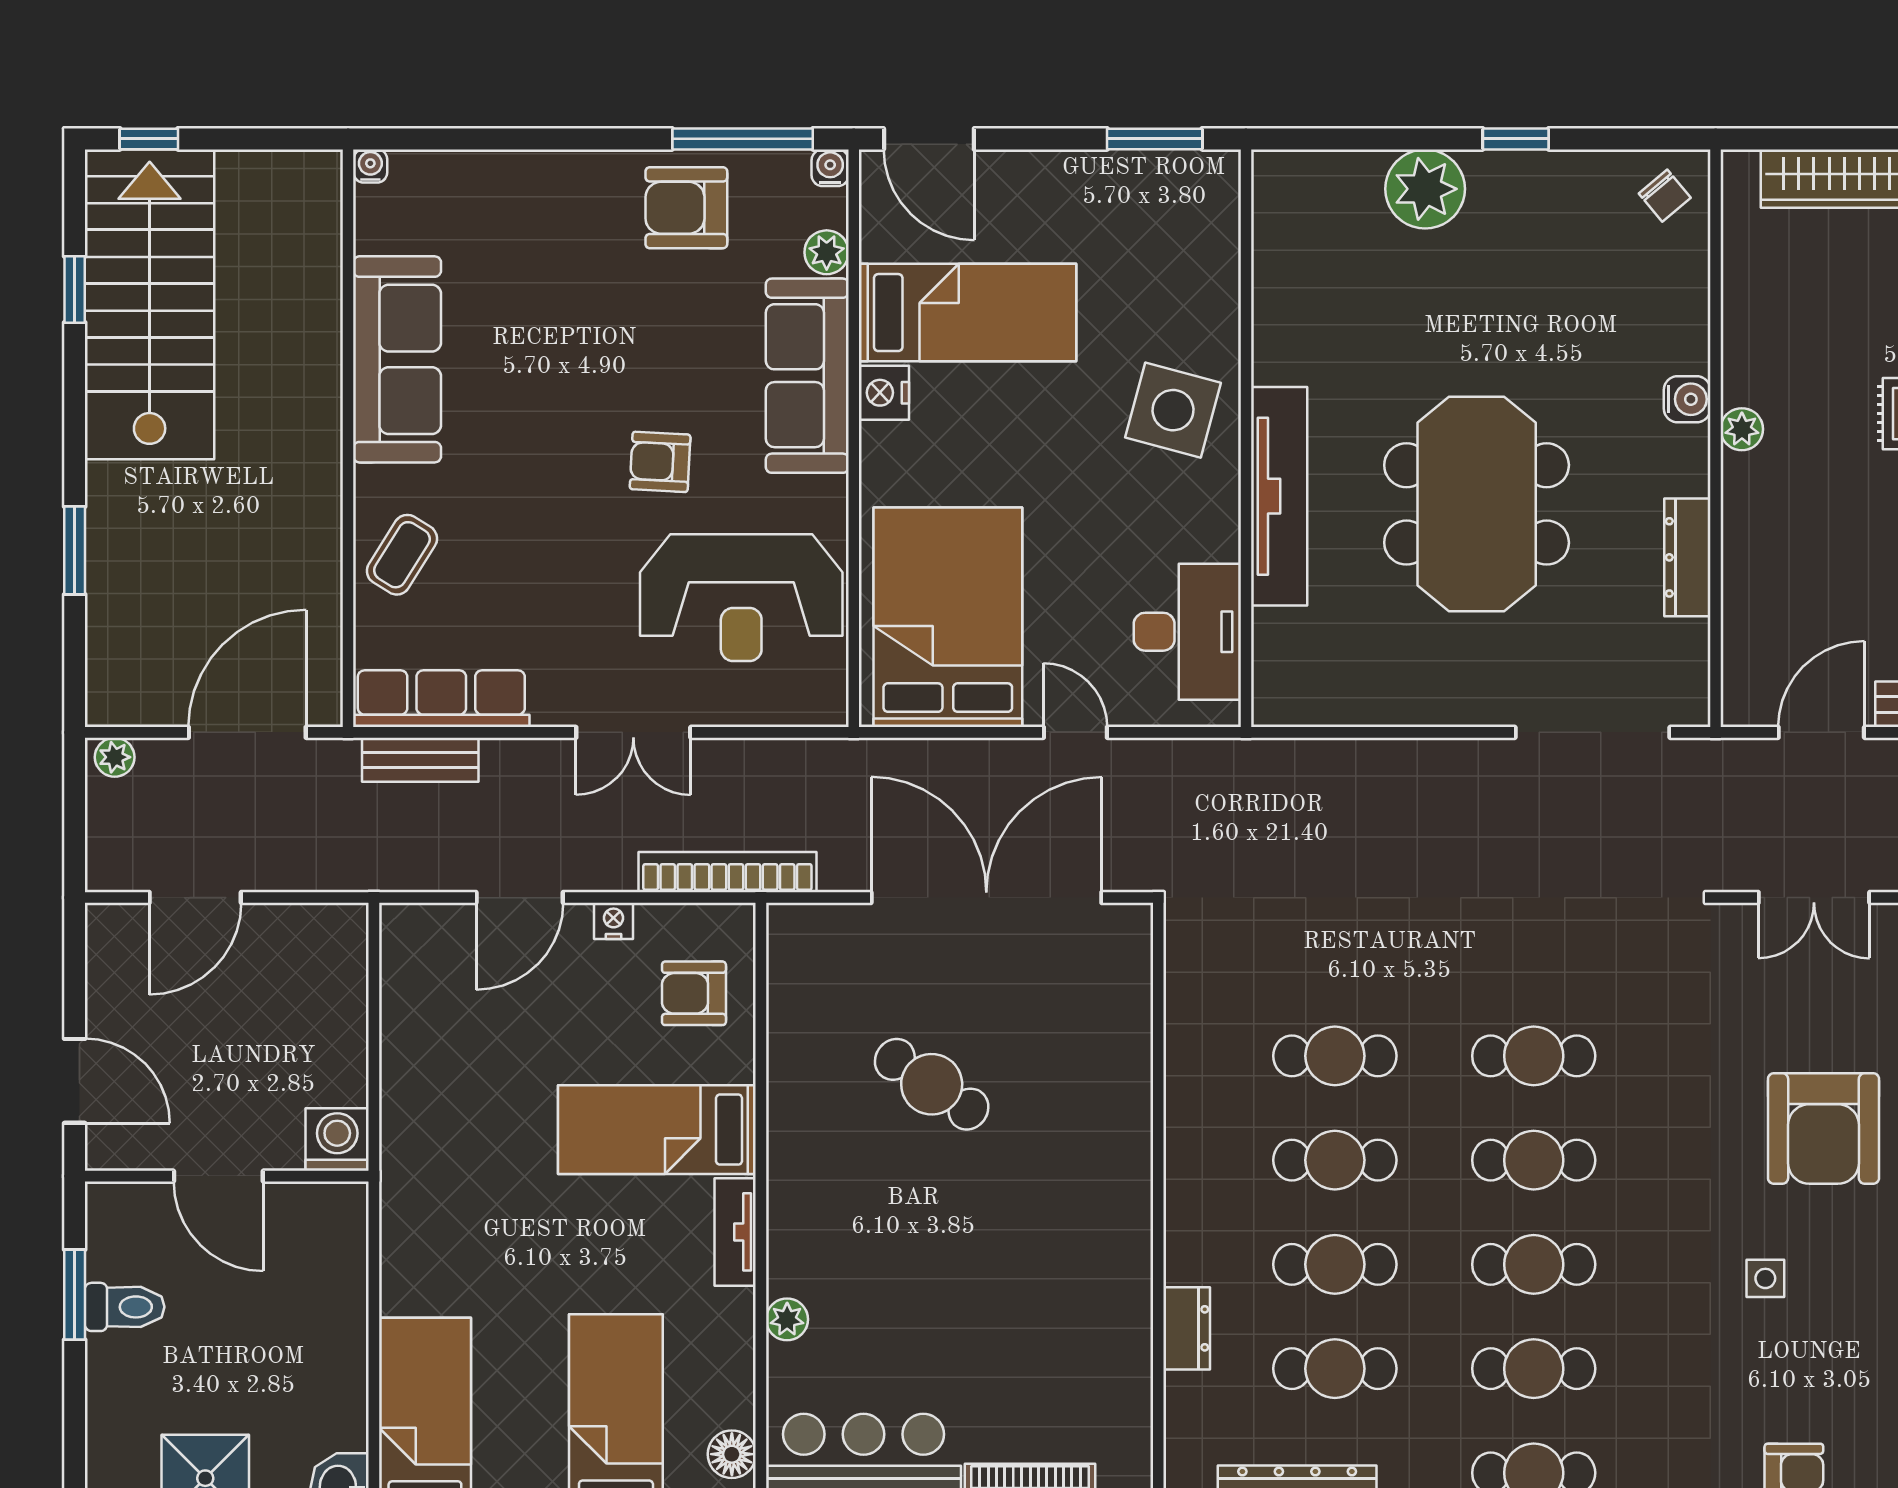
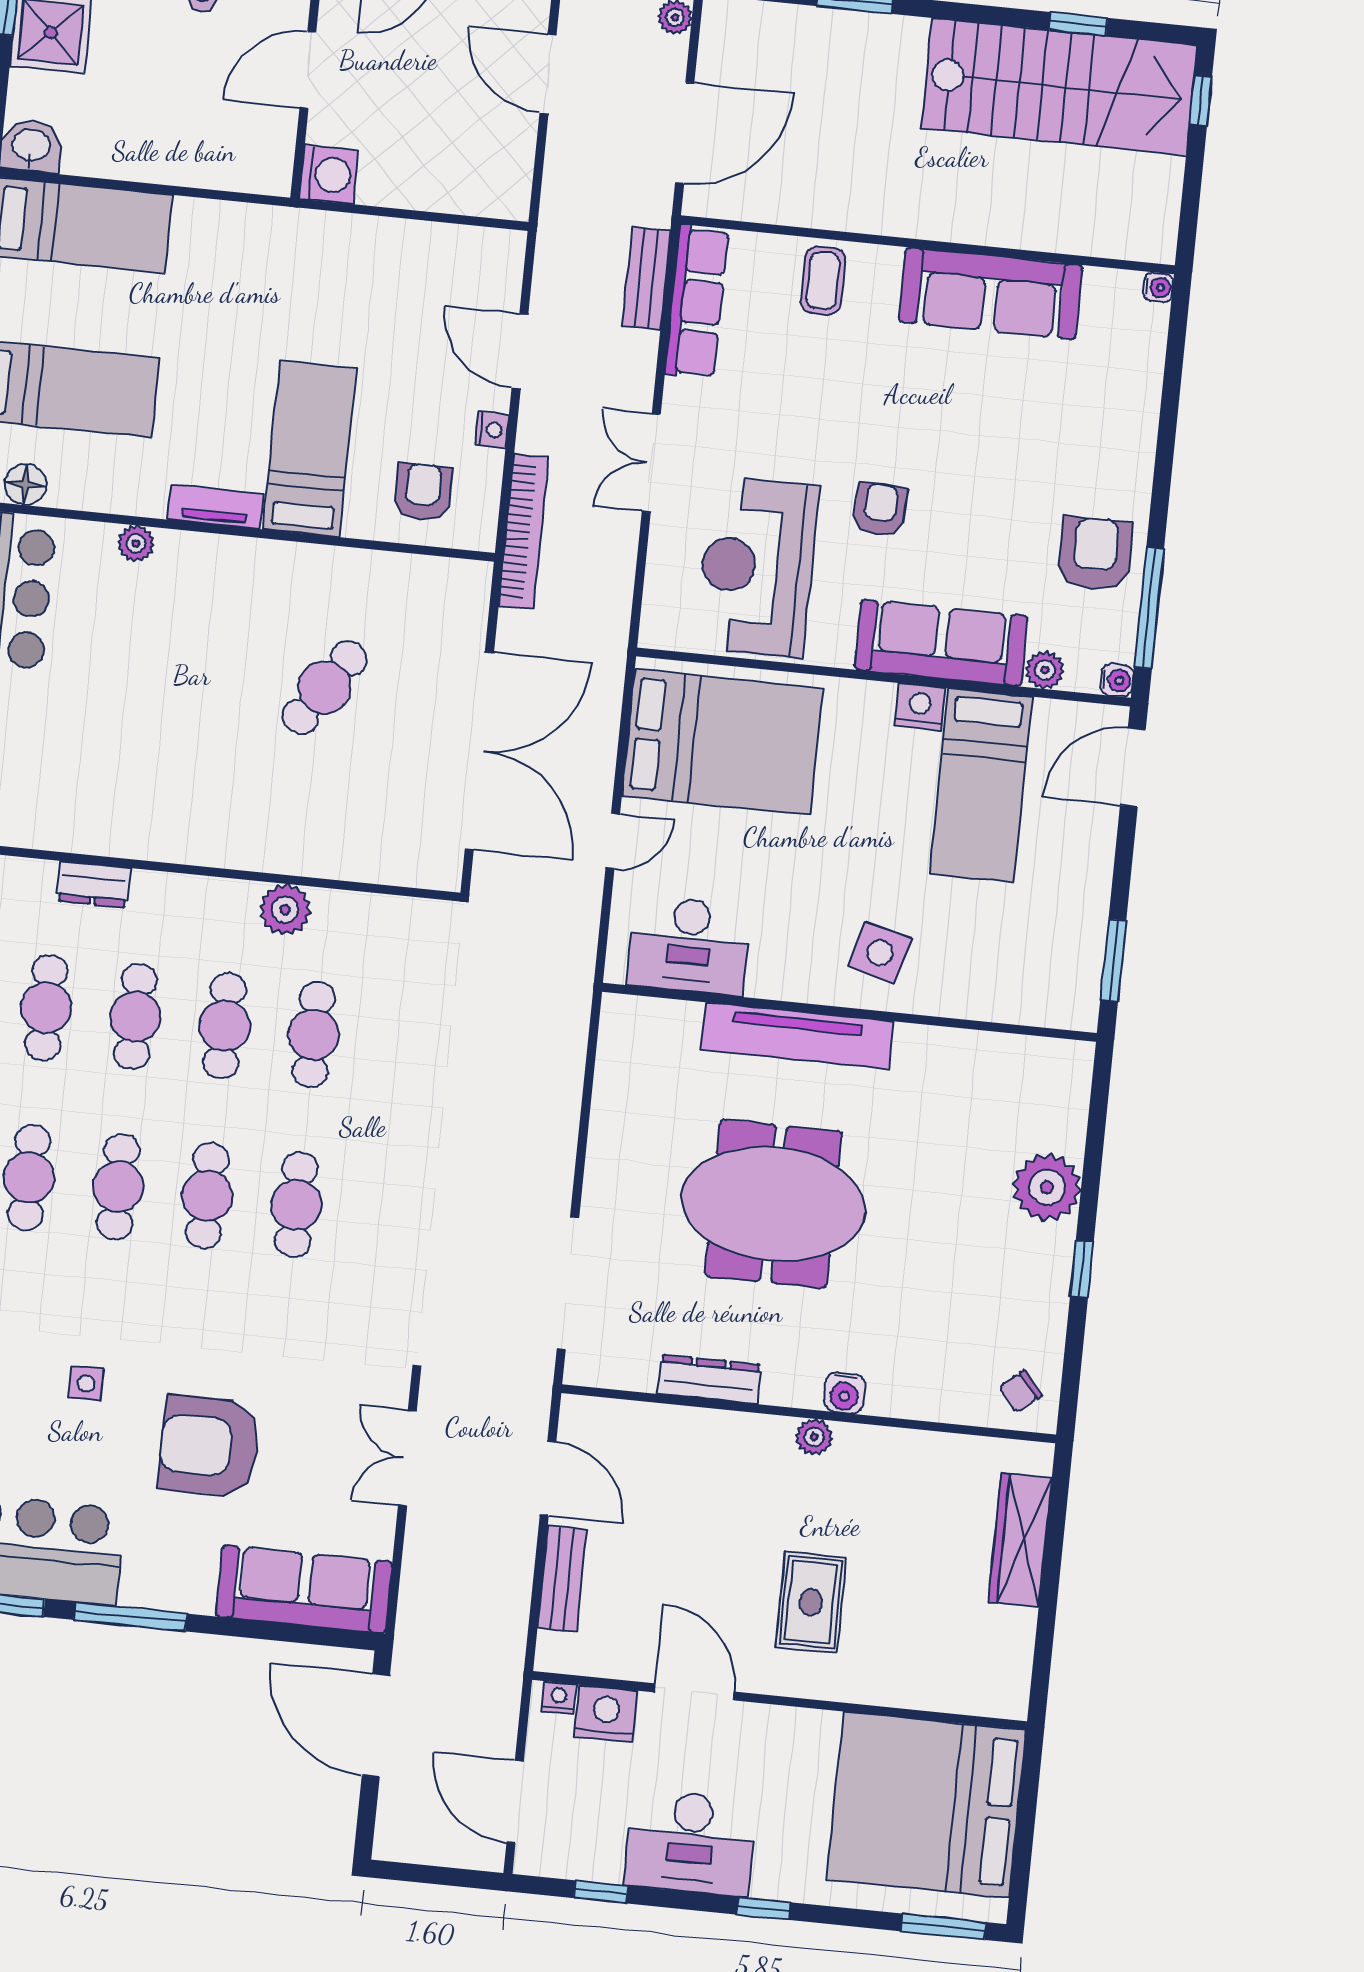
side table: (1173, 410) -> (880, 952), width x0.73, depth x0.73
coffee table: (402, 555) -> (823, 281), turned 58
door: (247, 732) -> (685, 133), hinge flipped
plant: (1193, 1104) -> (285, 909), added

